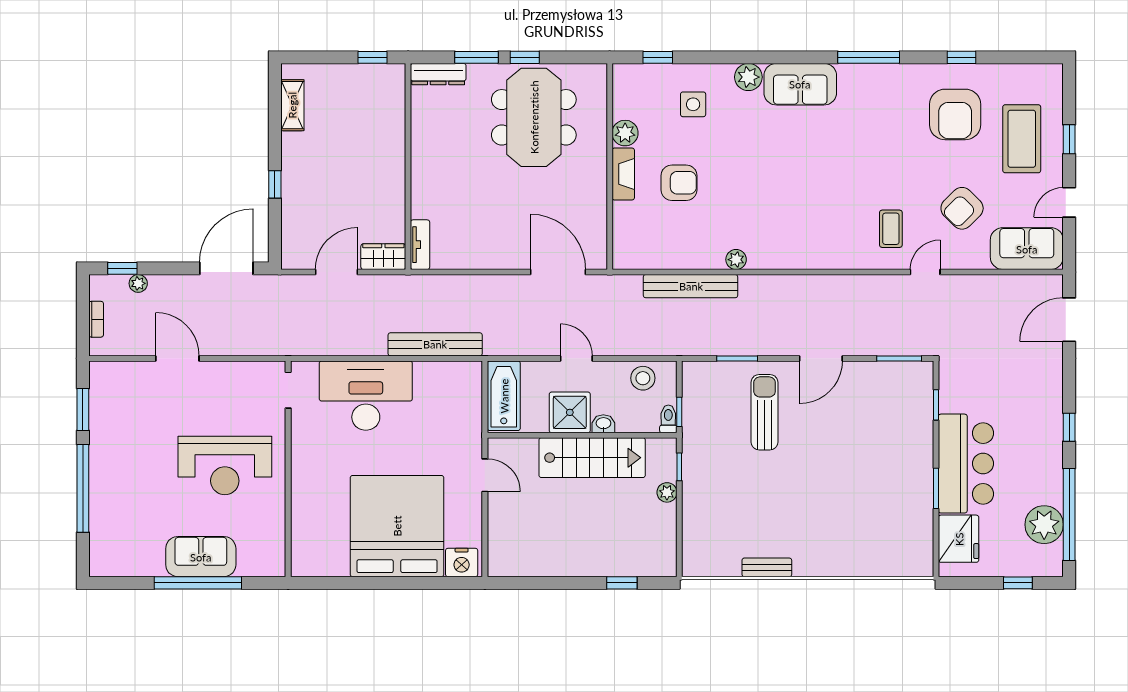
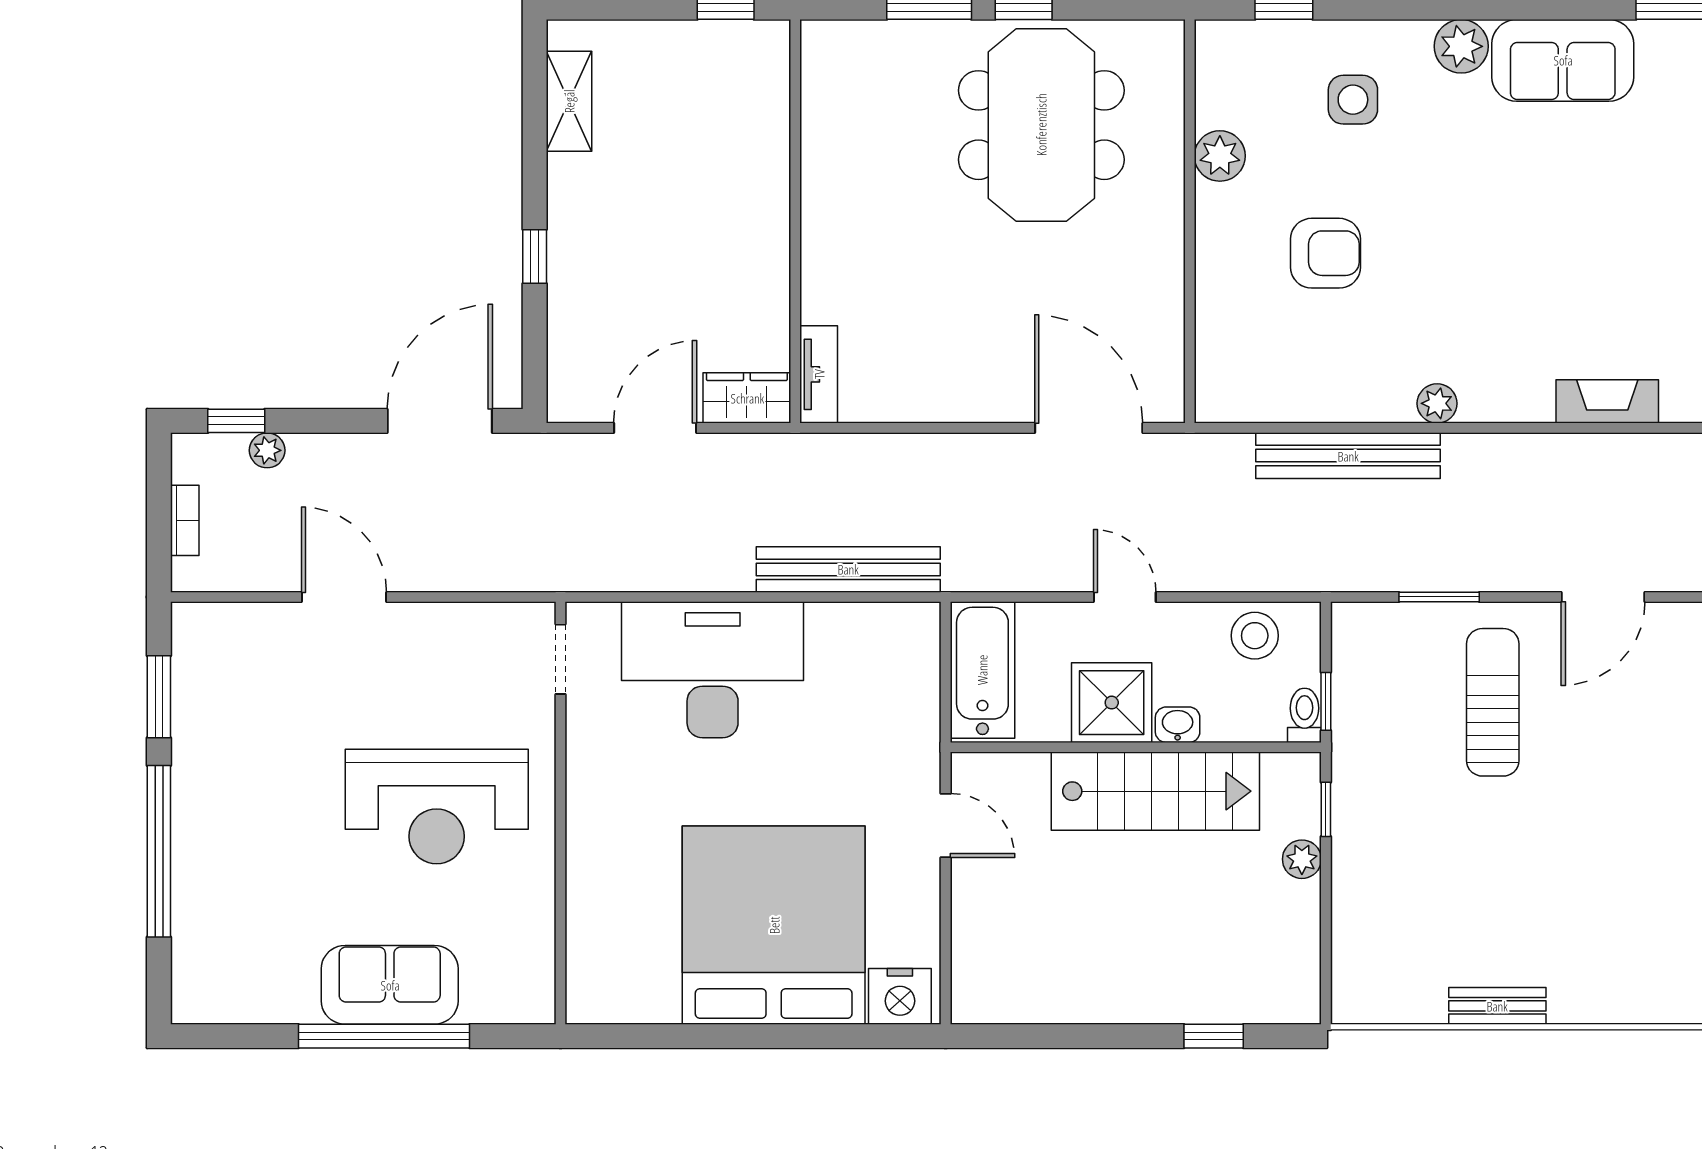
dresser: (438, 74) -> (854, 41), removed
fireplace: (623, 174) -> (1607, 401), moved, turned -90

